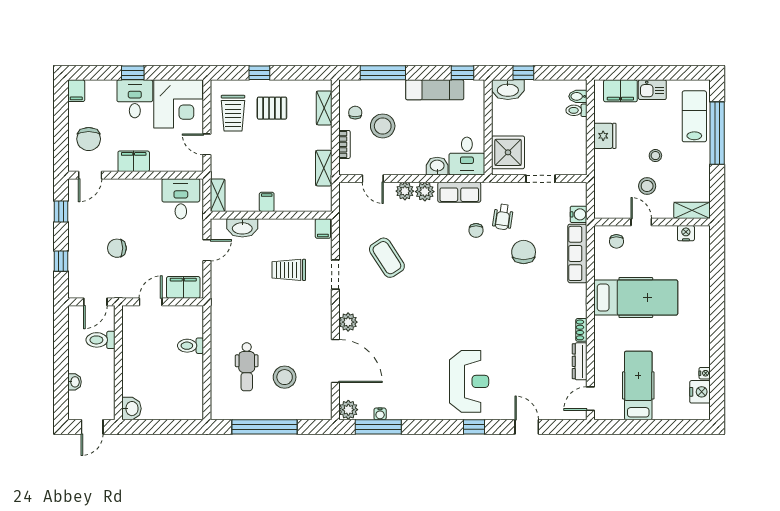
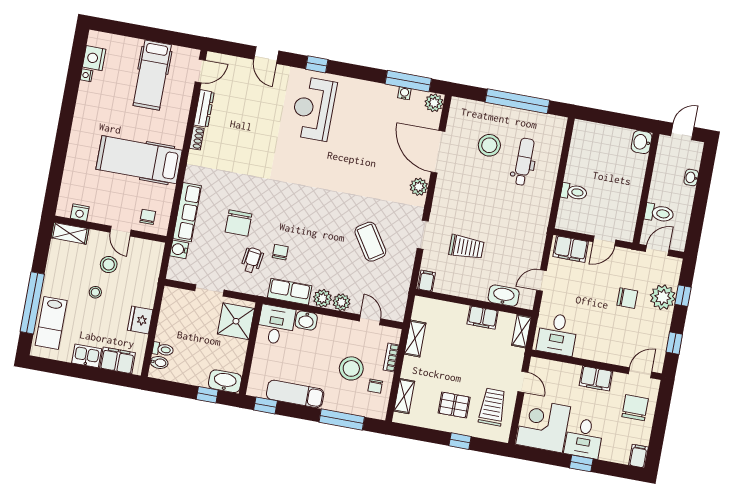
filing cabinet: (267, 202) -> (483, 317), width x2.00
plant: (81, 256) -> (663, 297), added

